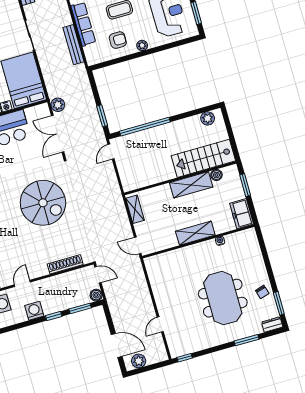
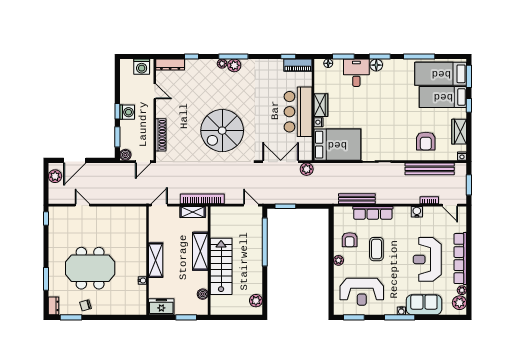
stairs: (203, 158) -> (221, 266), moved
shelving: (191, 185) -> (200, 251), moved
bookcase: (119, 203) -> (202, 199), added
washing machine: (34, 311) -> (127, 112), moved

